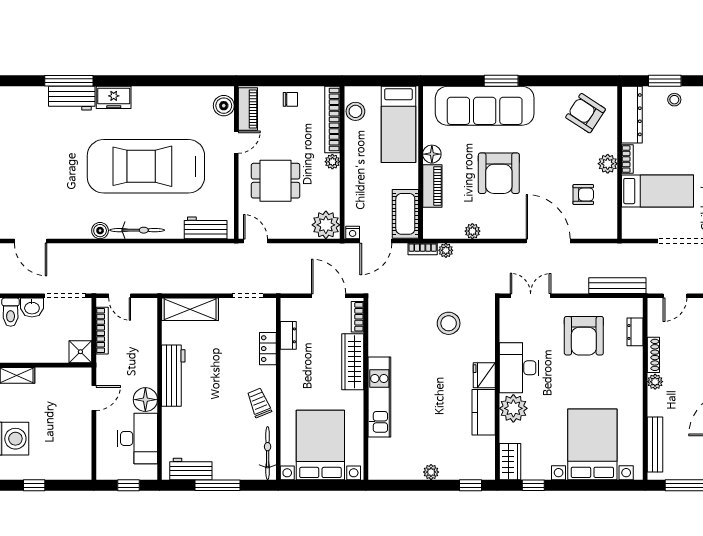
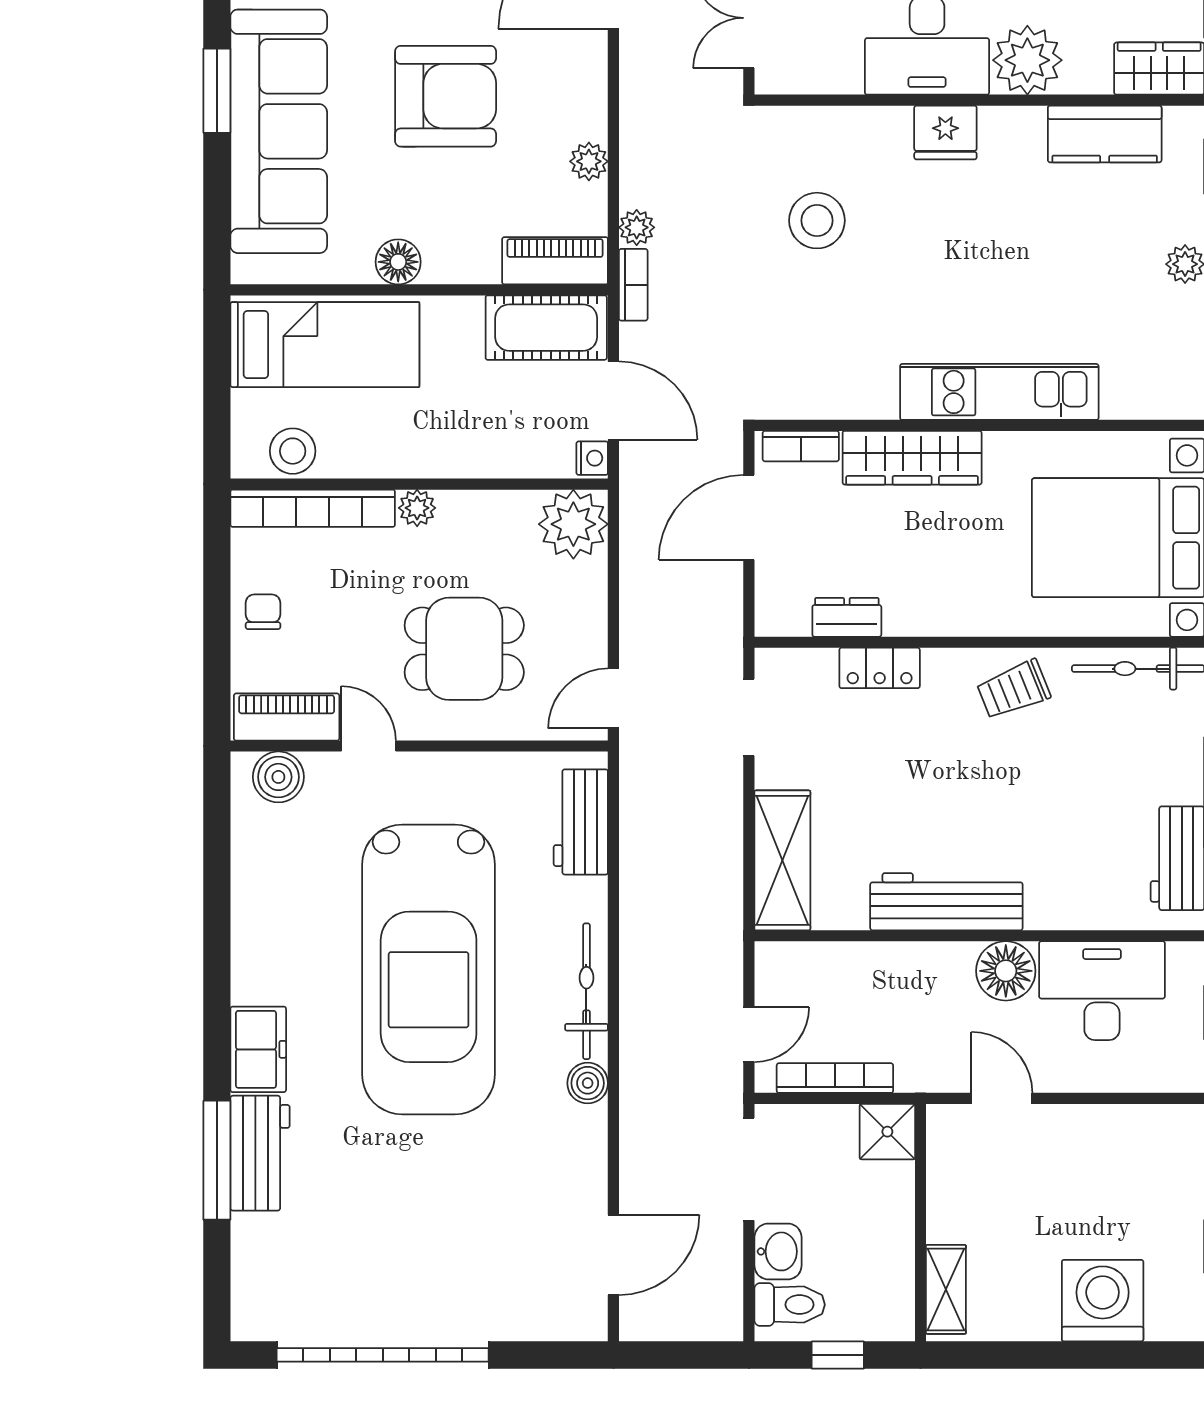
dining table: (276, 181) -> (464, 649), turned 90
piano: (432, 186) -> (555, 261), moved
kitchen counter: (484, 412) -> (1105, 134), moved

